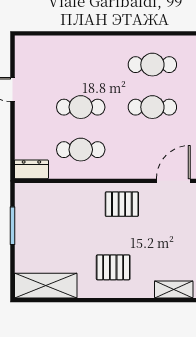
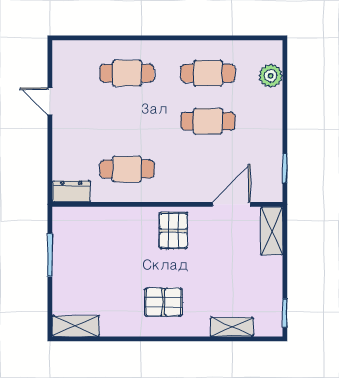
cafe table: (81, 107) -> (127, 73), moved
pallet: (122, 204) -> (173, 231), turned 90
shelving: (46, 286) -> (76, 326), width x0.67, depth x0.75

